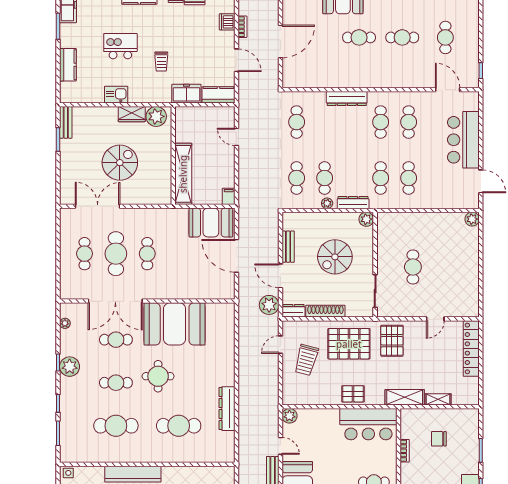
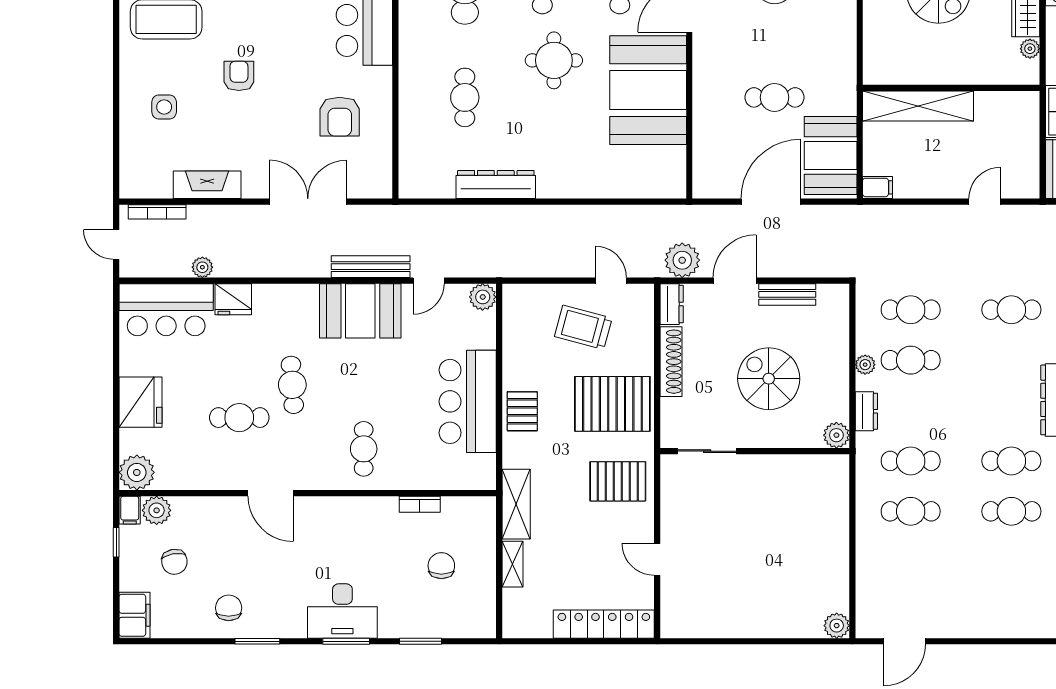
plant: (156, 116) -> (1030, 49), width x0.53, depth x0.53
bar counter: (463, 140) -> (979, 610), removed
dresser: (353, 203) -> (866, 411), width x0.70
cafe table: (147, 254) -> (775, 97), moved
cafe table: (413, 267) -> (750, 519), removed
pallet: (349, 344) -> (612, 404), turned 90
bar counter: (368, 424) -> (468, 401), moved
cafe table: (179, 426) -> (465, 97), width x0.73, depth x0.74

